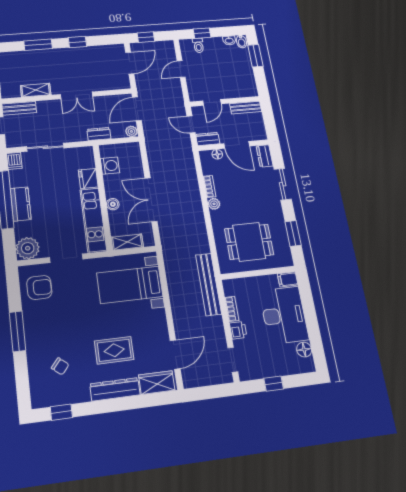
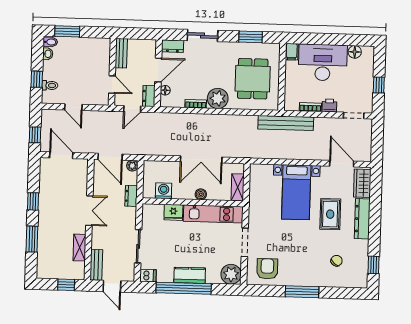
plant: (214, 204) -> (218, 98), width x1.87, depth x1.87
bed with nightstands: (130, 285) -> (296, 192), moved

